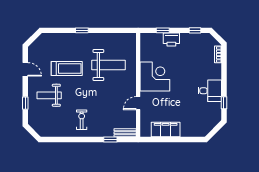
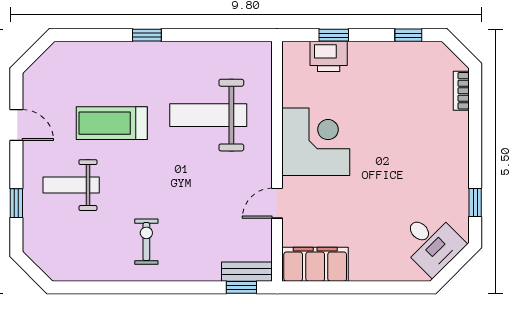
printer: (171, 40) -> (329, 56), moved
weight bench: (108, 65) -> (208, 115), turned 180
treadmill: (67, 69) -> (112, 123), turned 180
desk: (210, 91) -> (431, 243), moved, turned 45
filing cabinet: (166, 130) -> (315, 264), moved
window: (110, 140) -> (241, 287), moved

